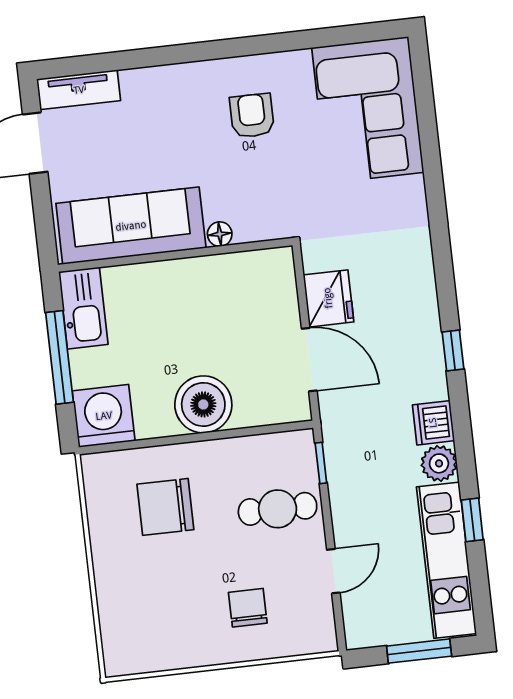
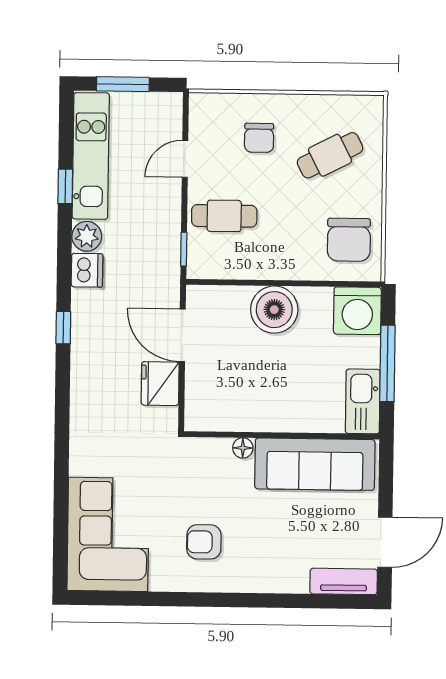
armchair: (252, 116) -> (204, 542), turned 90
chair: (165, 507) -> (349, 240), moved, turned 90
cafe table: (160, 598) -> (330, 155), added

